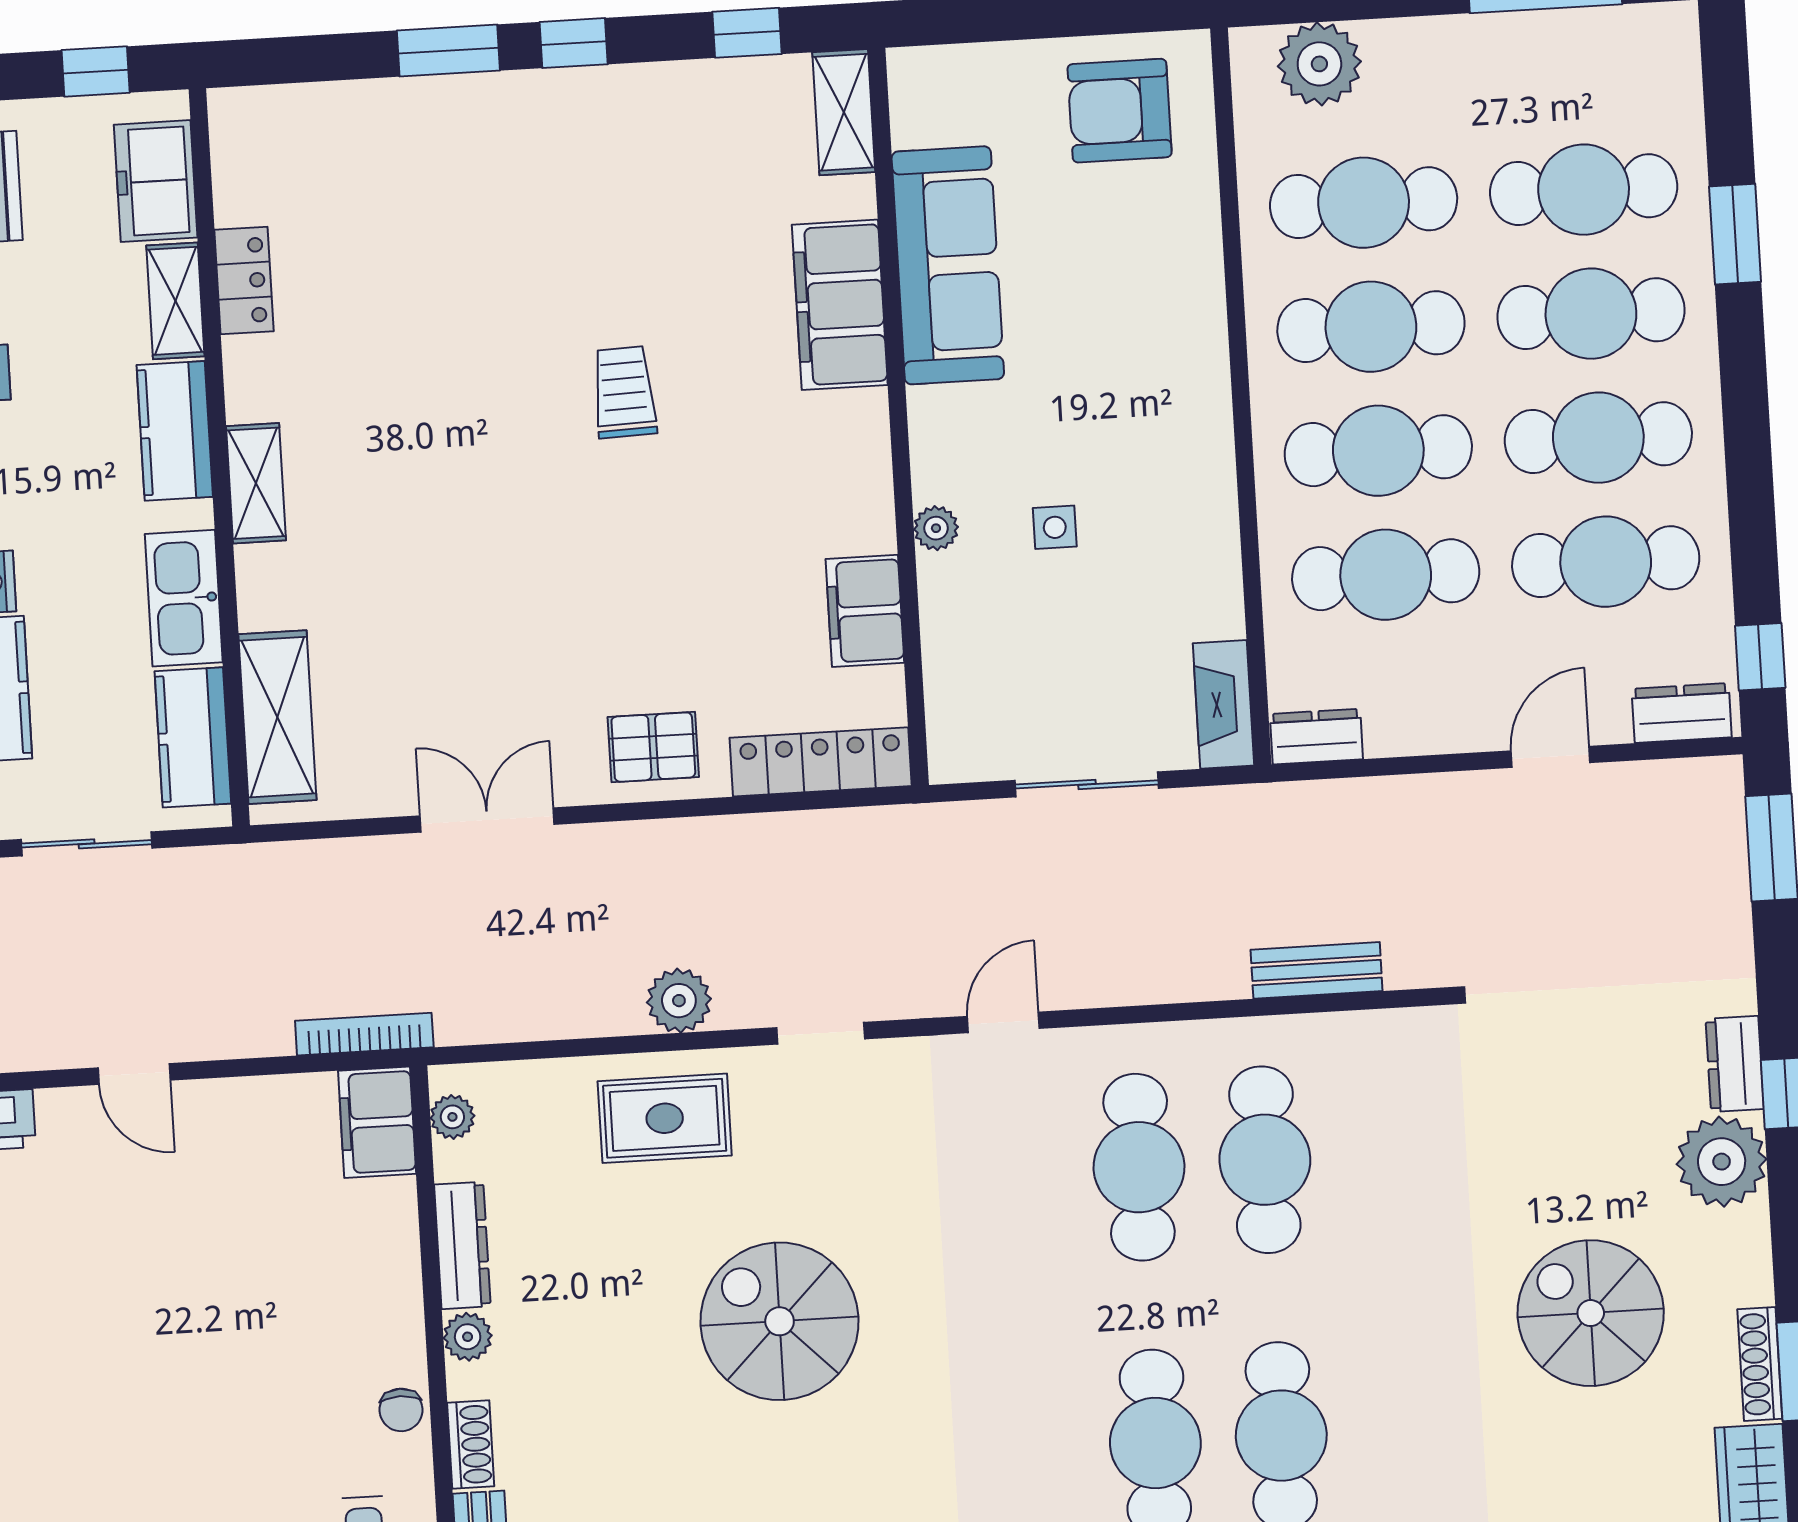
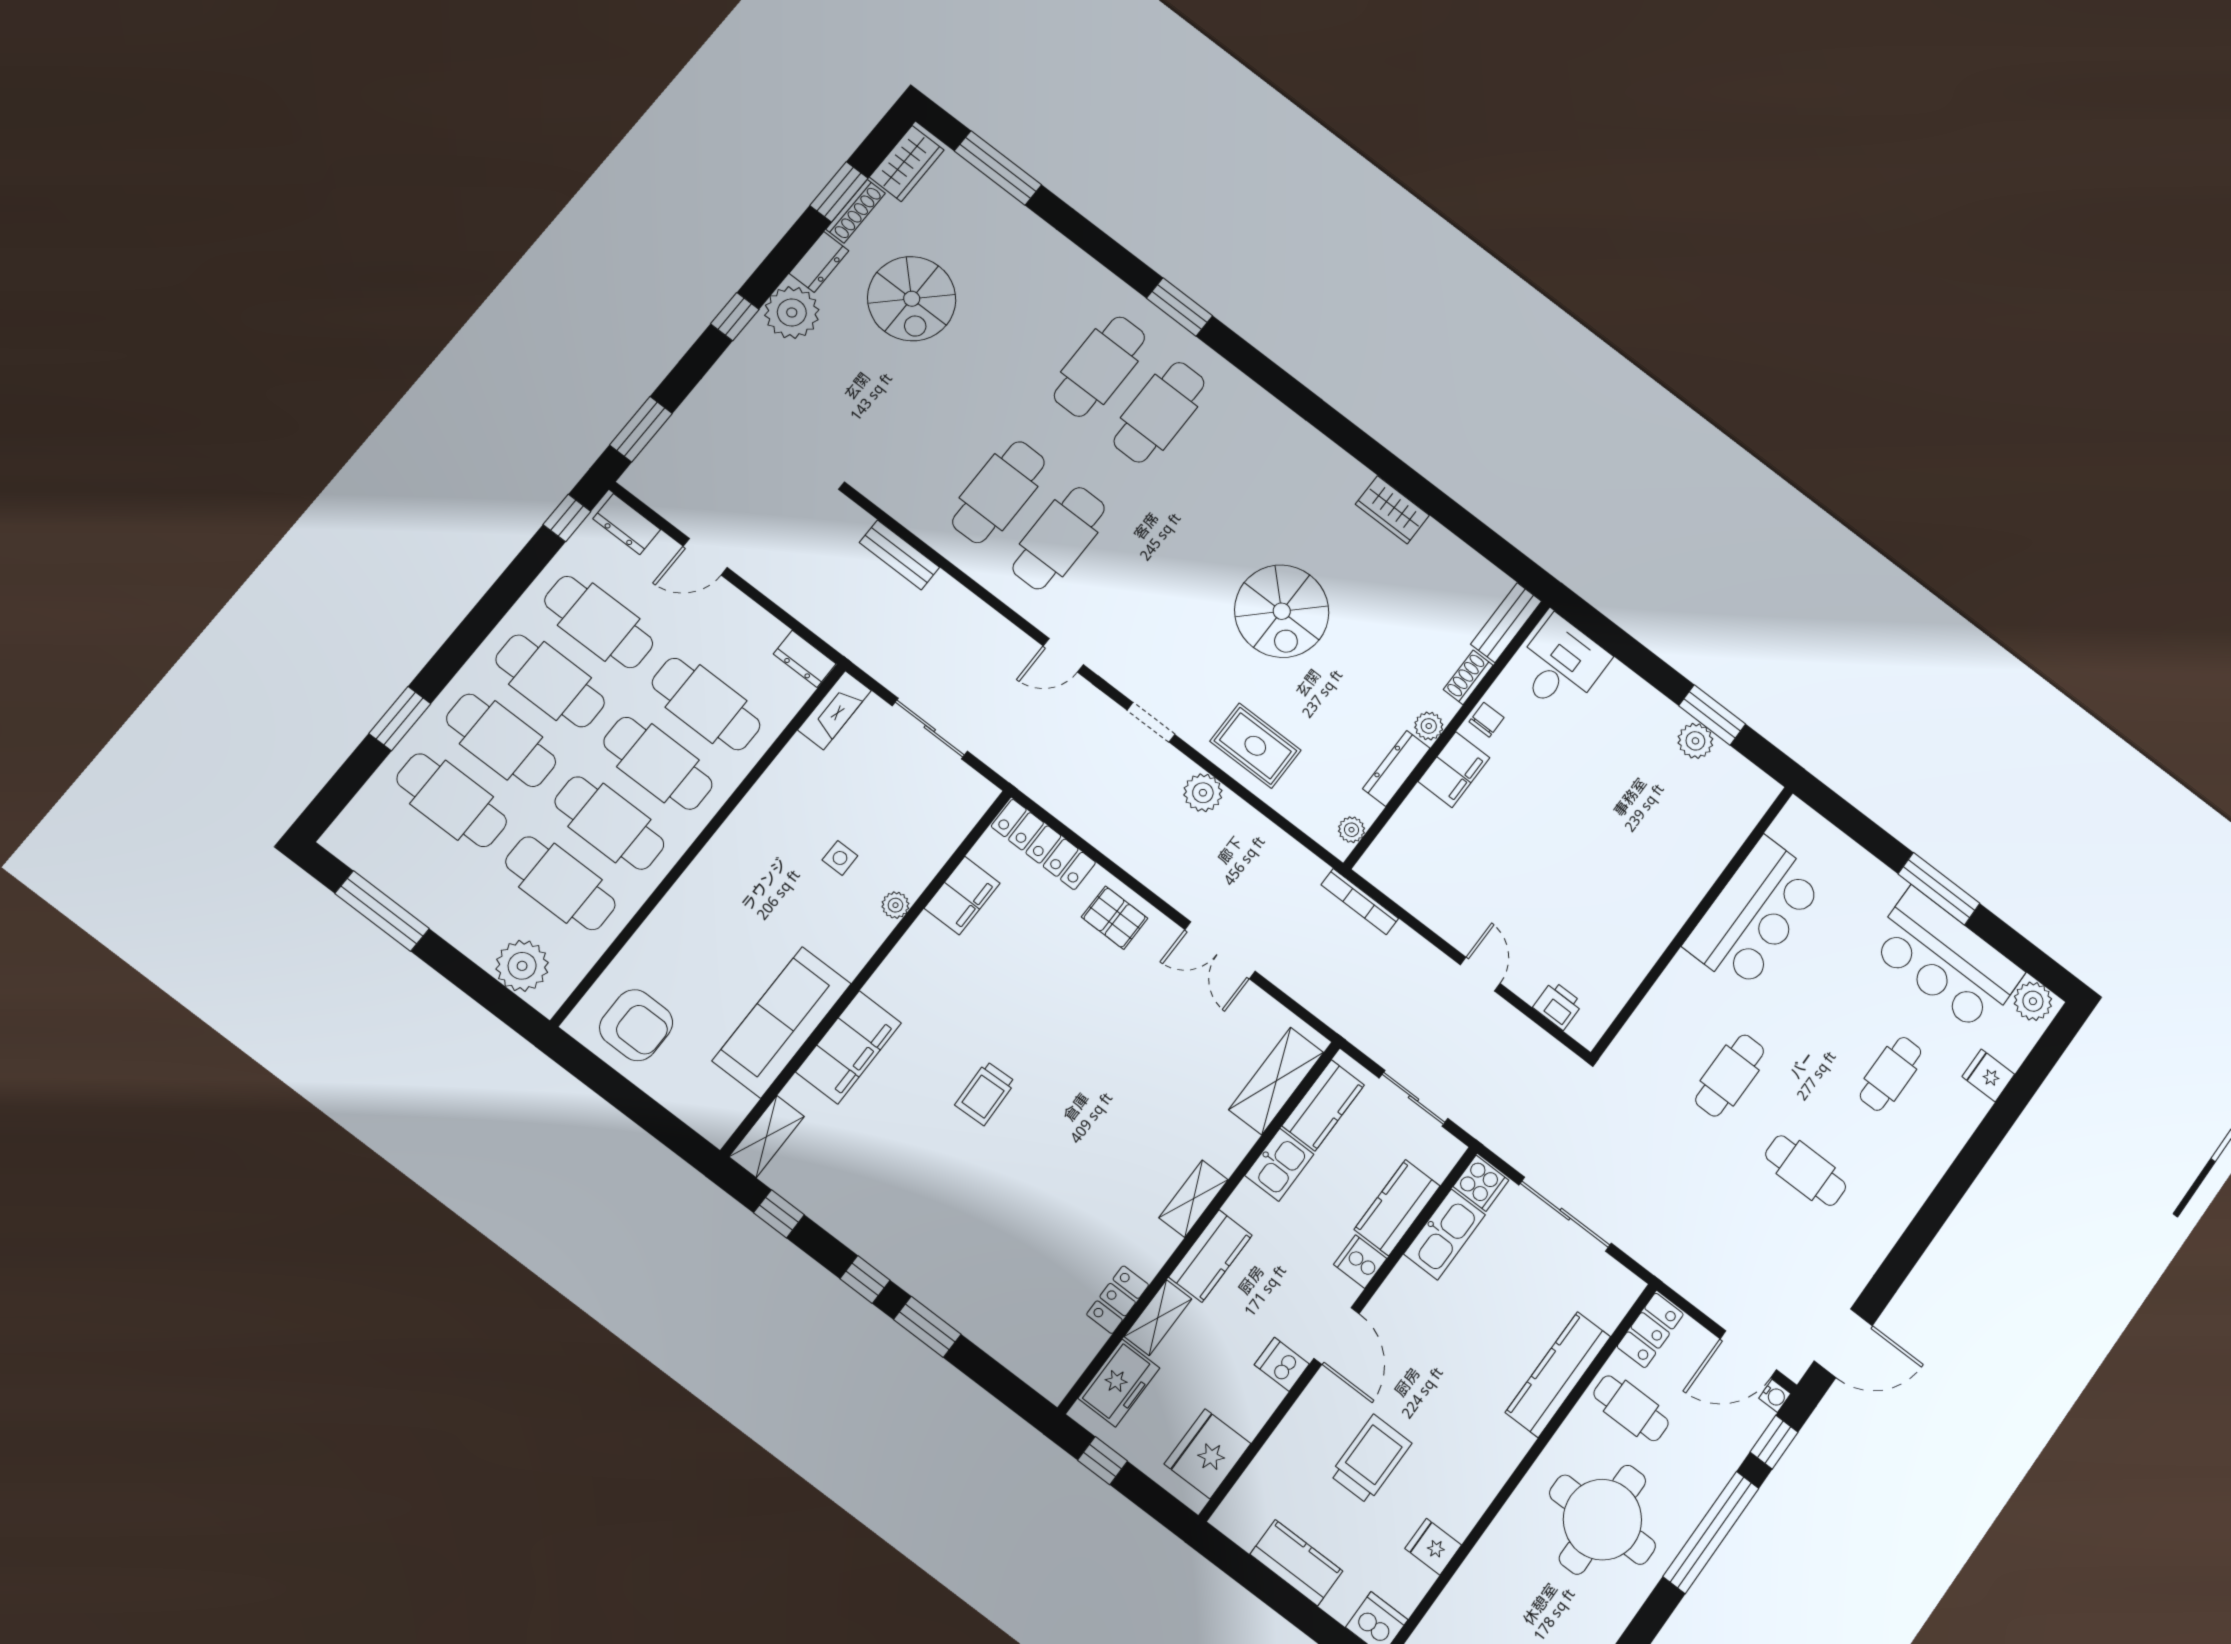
kitchen sink: (184, 598) -> (1279, 1165), width x0.73
dresser: (1735, 1064) -> (819, 262), moved
filing cabinet: (377, 1122) -> (1454, 770), moved

